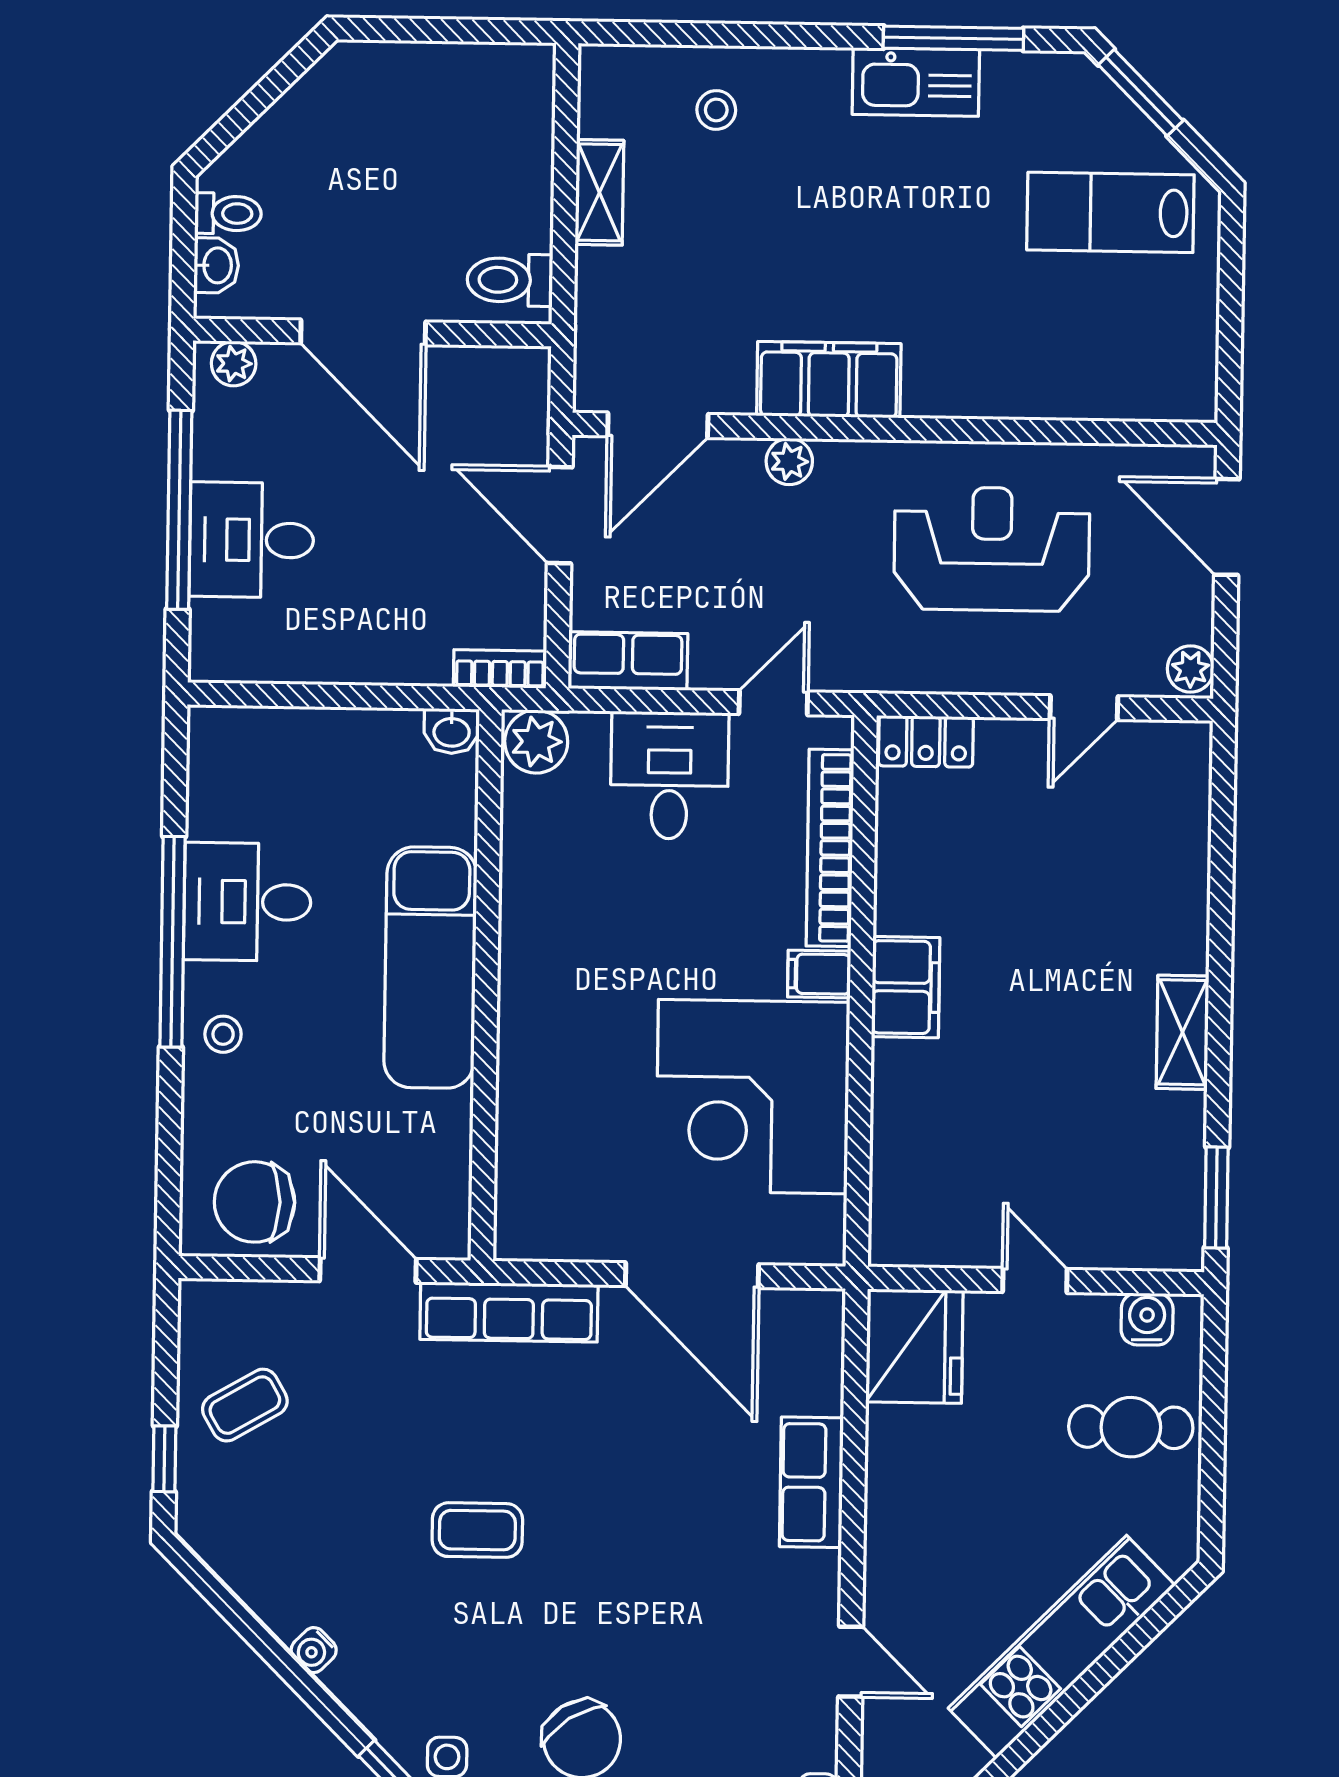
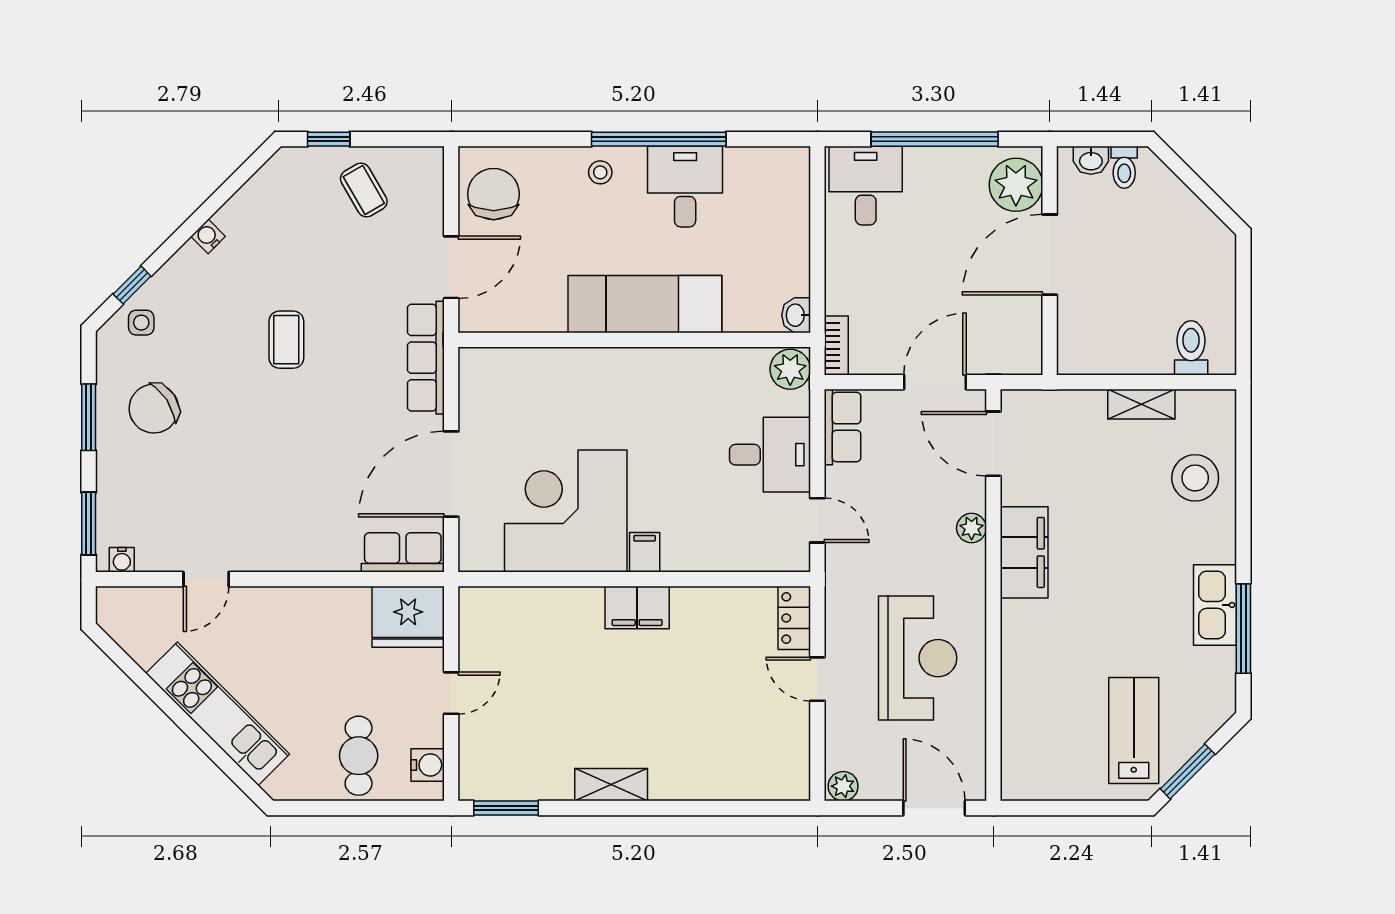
window: (1141, 93) -> (1188, 771), moved
stool: (716, 110) -> (1195, 478), width x1.89, depth x1.89
toilet: (510, 280) -> (1191, 348), moved
plant: (234, 364) -> (1016, 185), width x1.88, depth x1.88
door: (1227, 527) -> (934, 808), hinge flipped
desk: (252, 540) -> (866, 186), moved
door: (1084, 708) -> (817, 679), moved
bookcase: (830, 848) -> (725, 558), removed
row of seats: (811, 1482) -> (403, 552), moved

